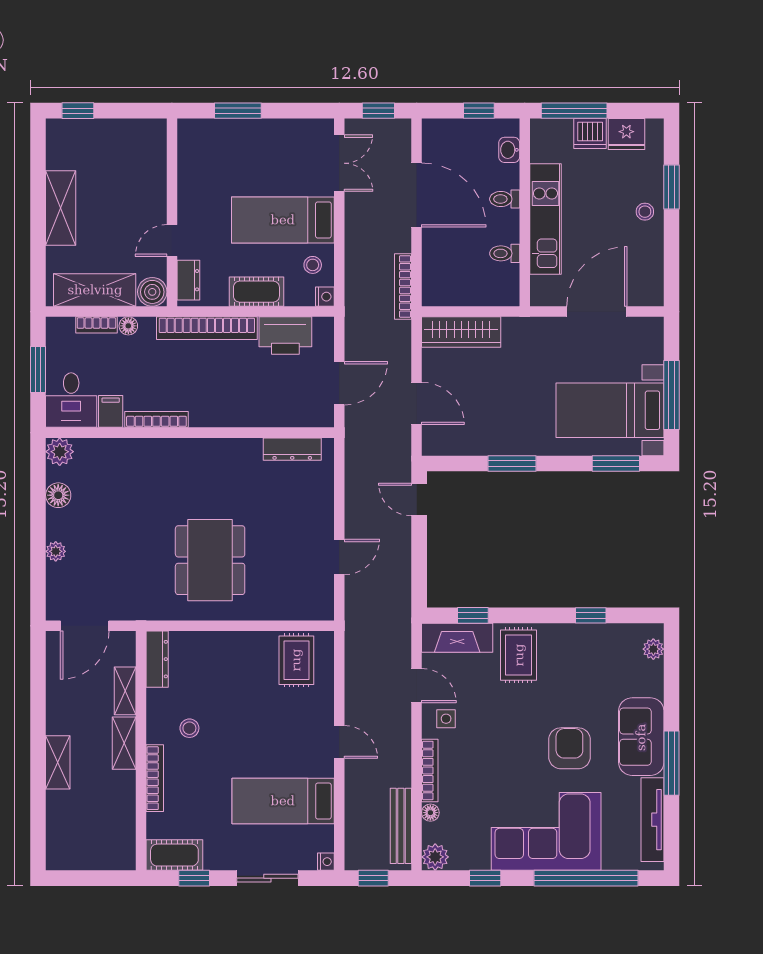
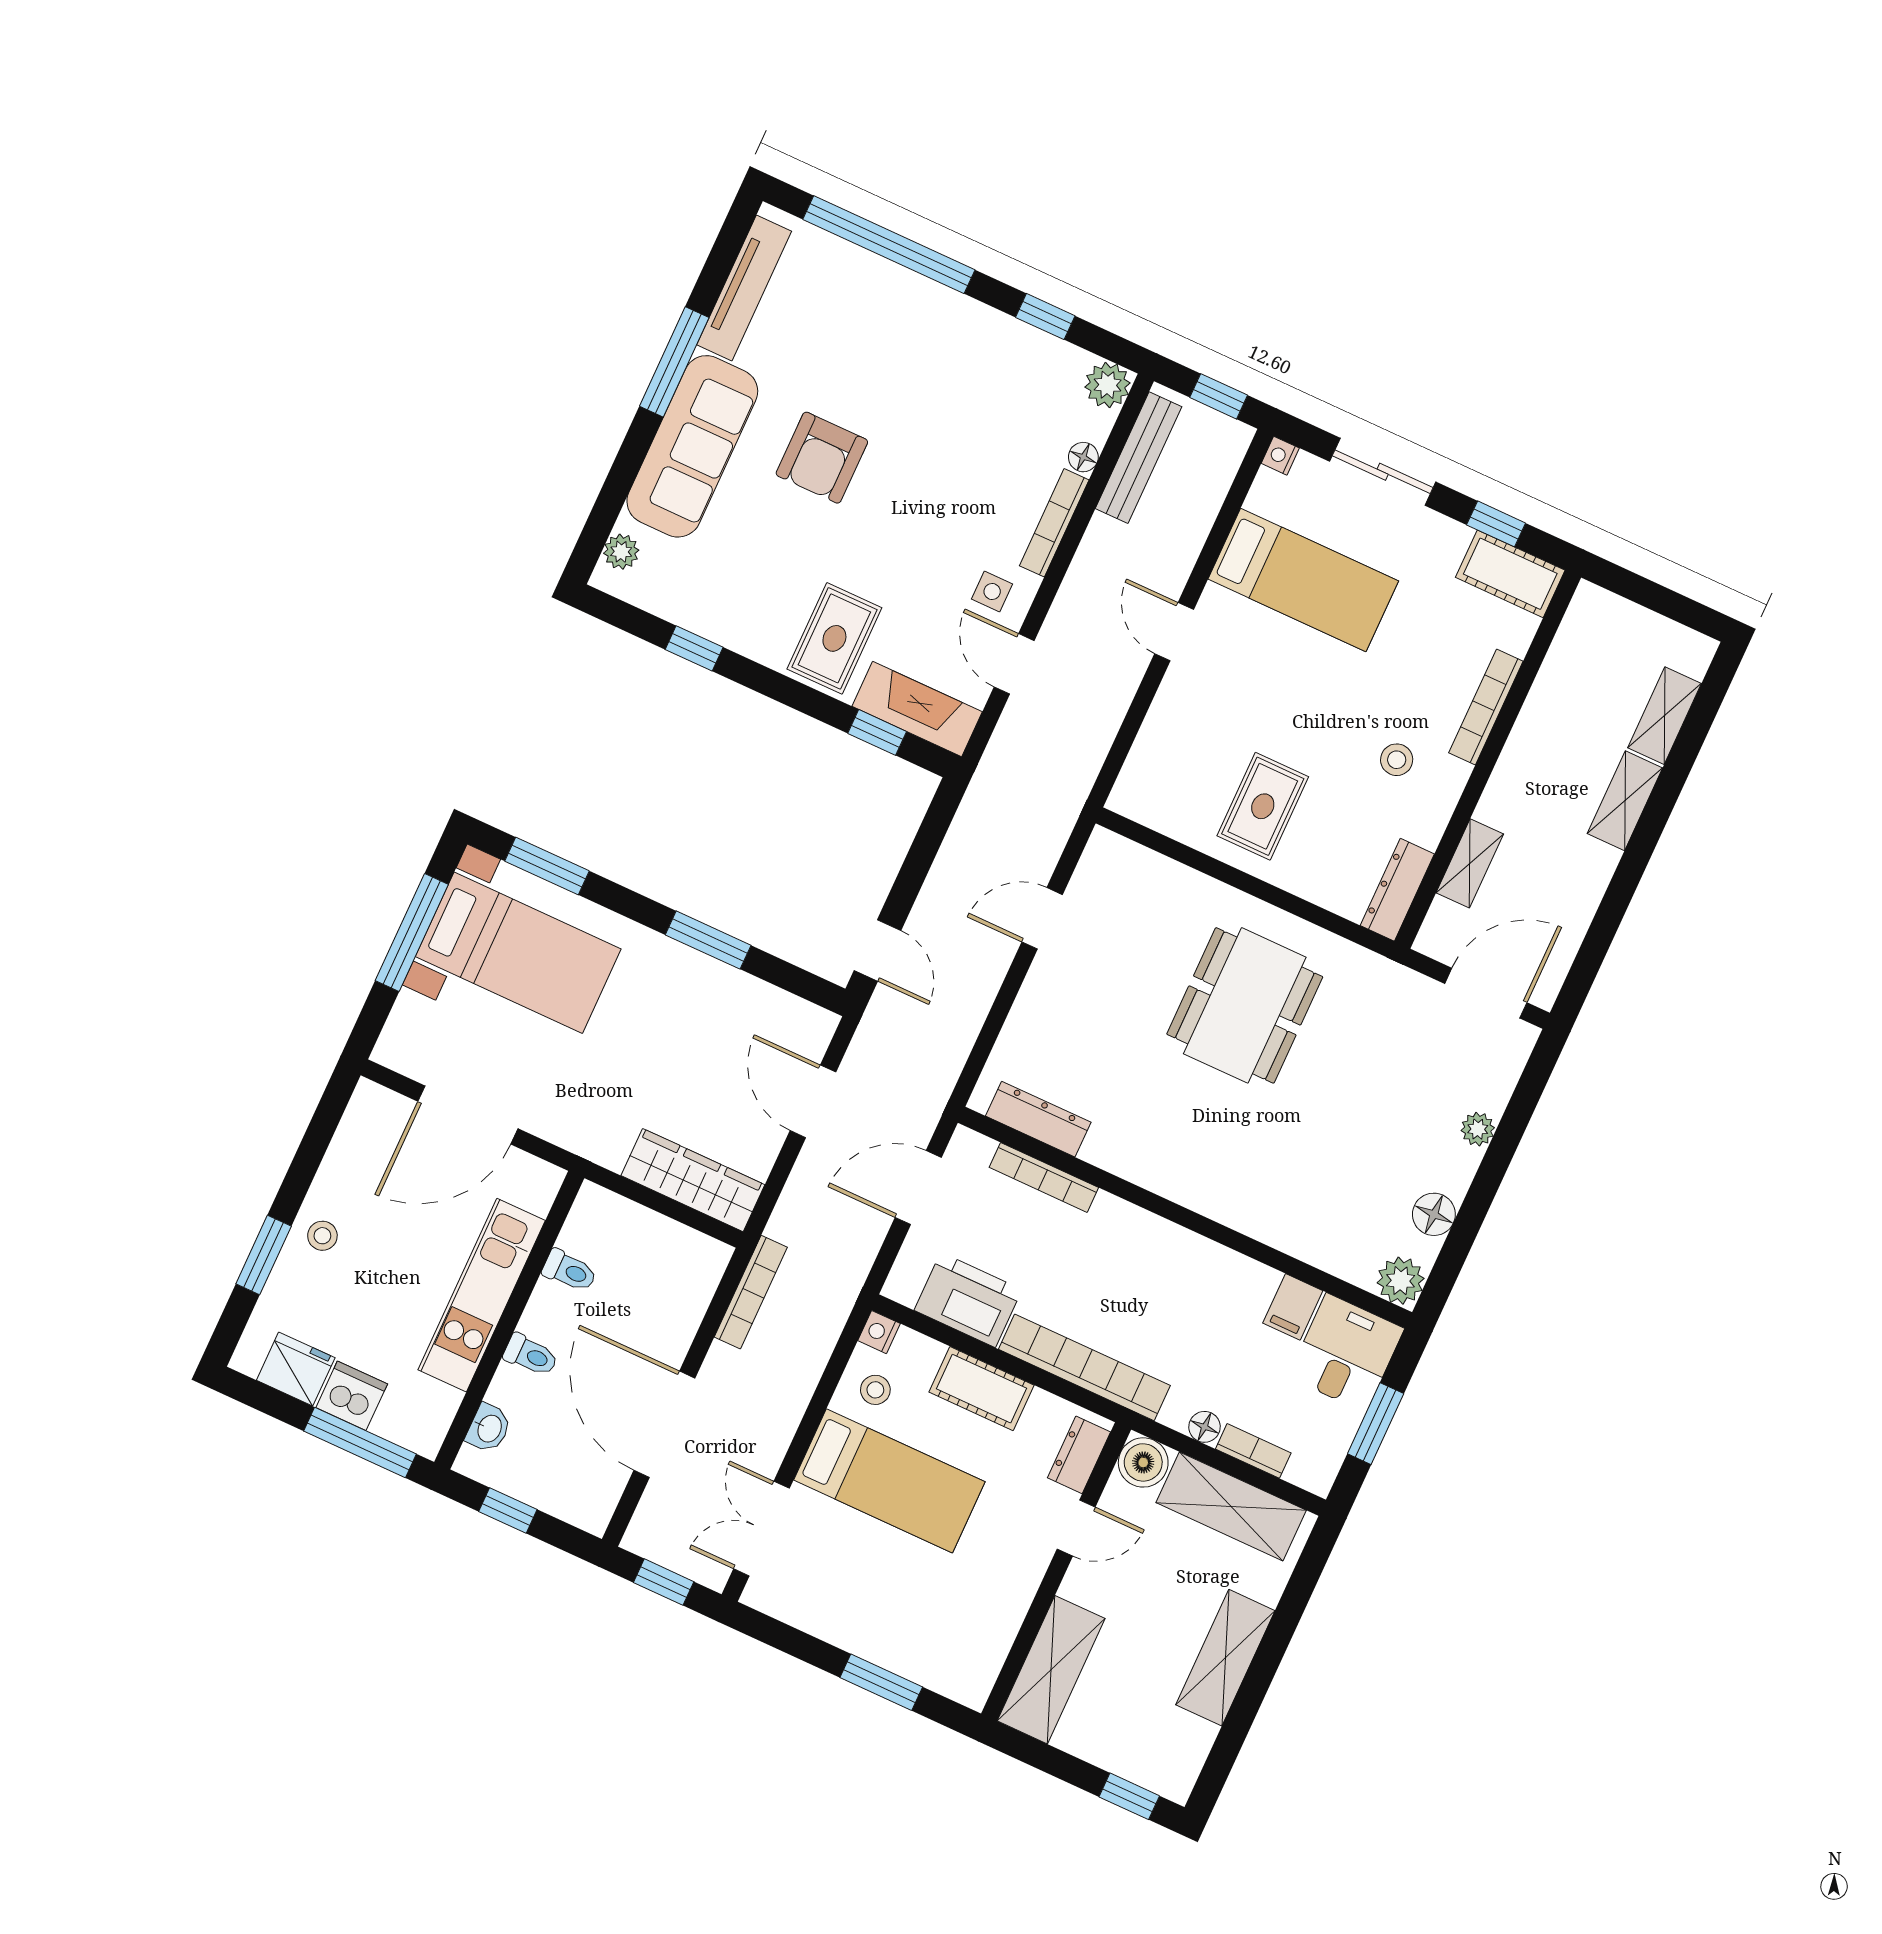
shelving: (151, 159) -> (1051, 1670), added
bookcase: (156, 419) -> (1044, 1177), moved
rug: (296, 660) -> (1263, 806), moved
sofa: (641, 737) -> (692, 446), width x1.36
shelving: (124, 743) -> (1665, 716), moved
corner sofa: (546, 831) -> (917, 345), removed

